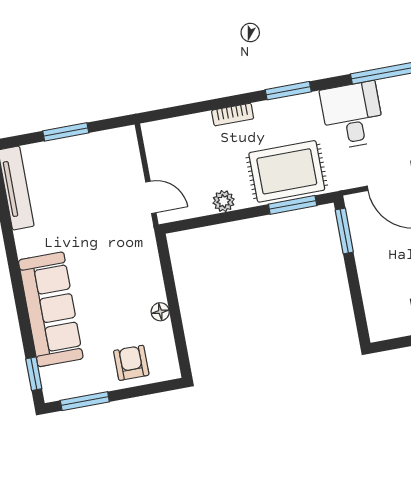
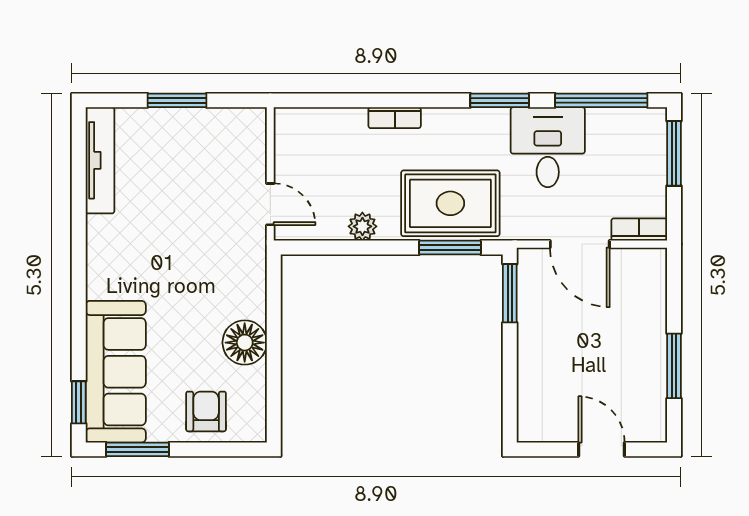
window: (288, 91) -> (500, 100), moved
sofa: (51, 309) -> (116, 372), moved
floor lamp: (160, 312) -> (245, 343), width x1.89, depth x1.89

